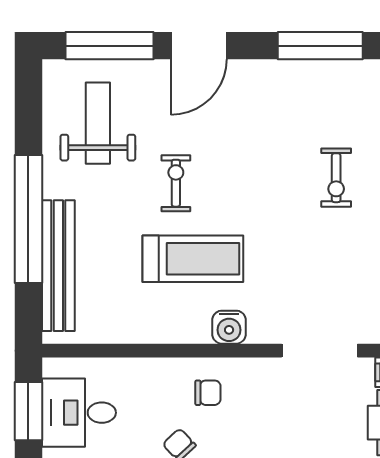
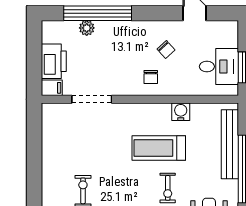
water cooler: (229, 327) -> (181, 112), moved
chair: (208, 393) -> (151, 77), turned -90

